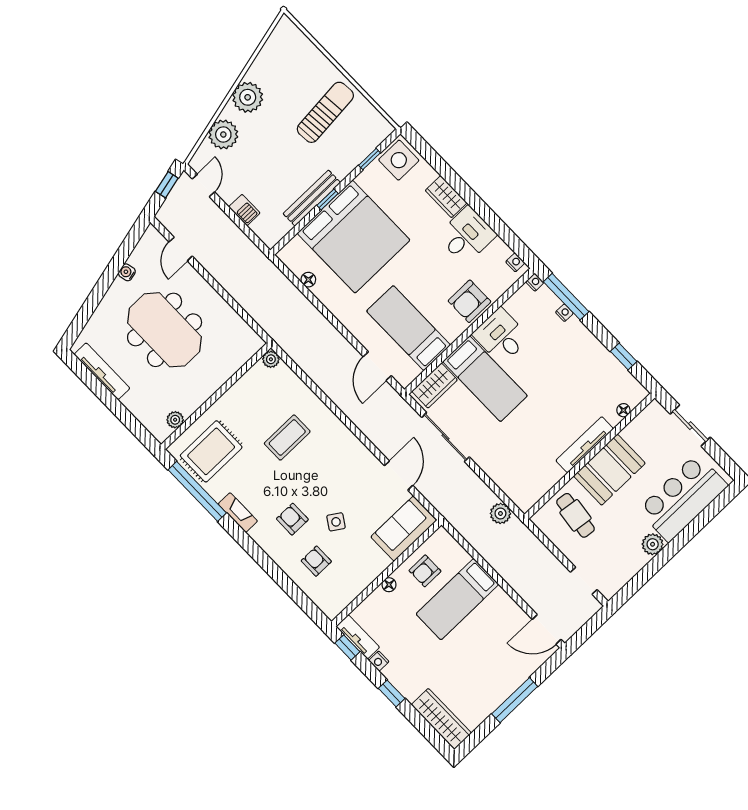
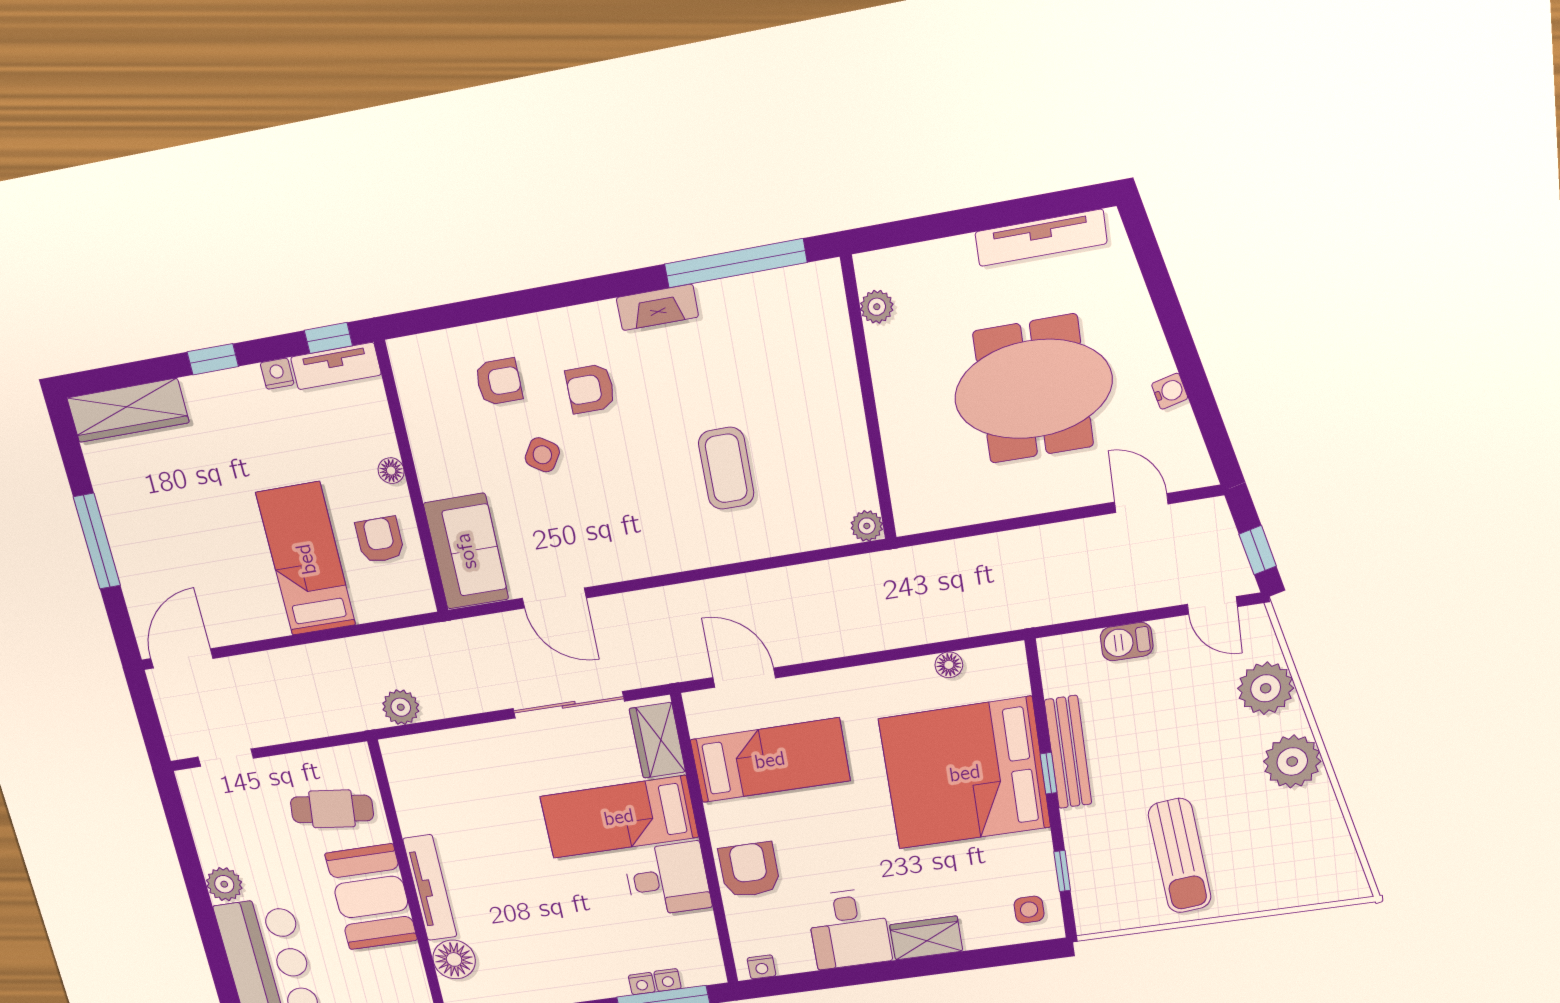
side table: (399, 160) -> (1029, 910), width x0.54, depth x0.54
nightstand: (535, 282) -> (668, 980), moved
floor lamp: (623, 410) -> (454, 959), width x1.89, depth x1.89
rug: (211, 451) -> (785, 331), removed
armchair: (292, 519) -> (590, 389), turned 180

